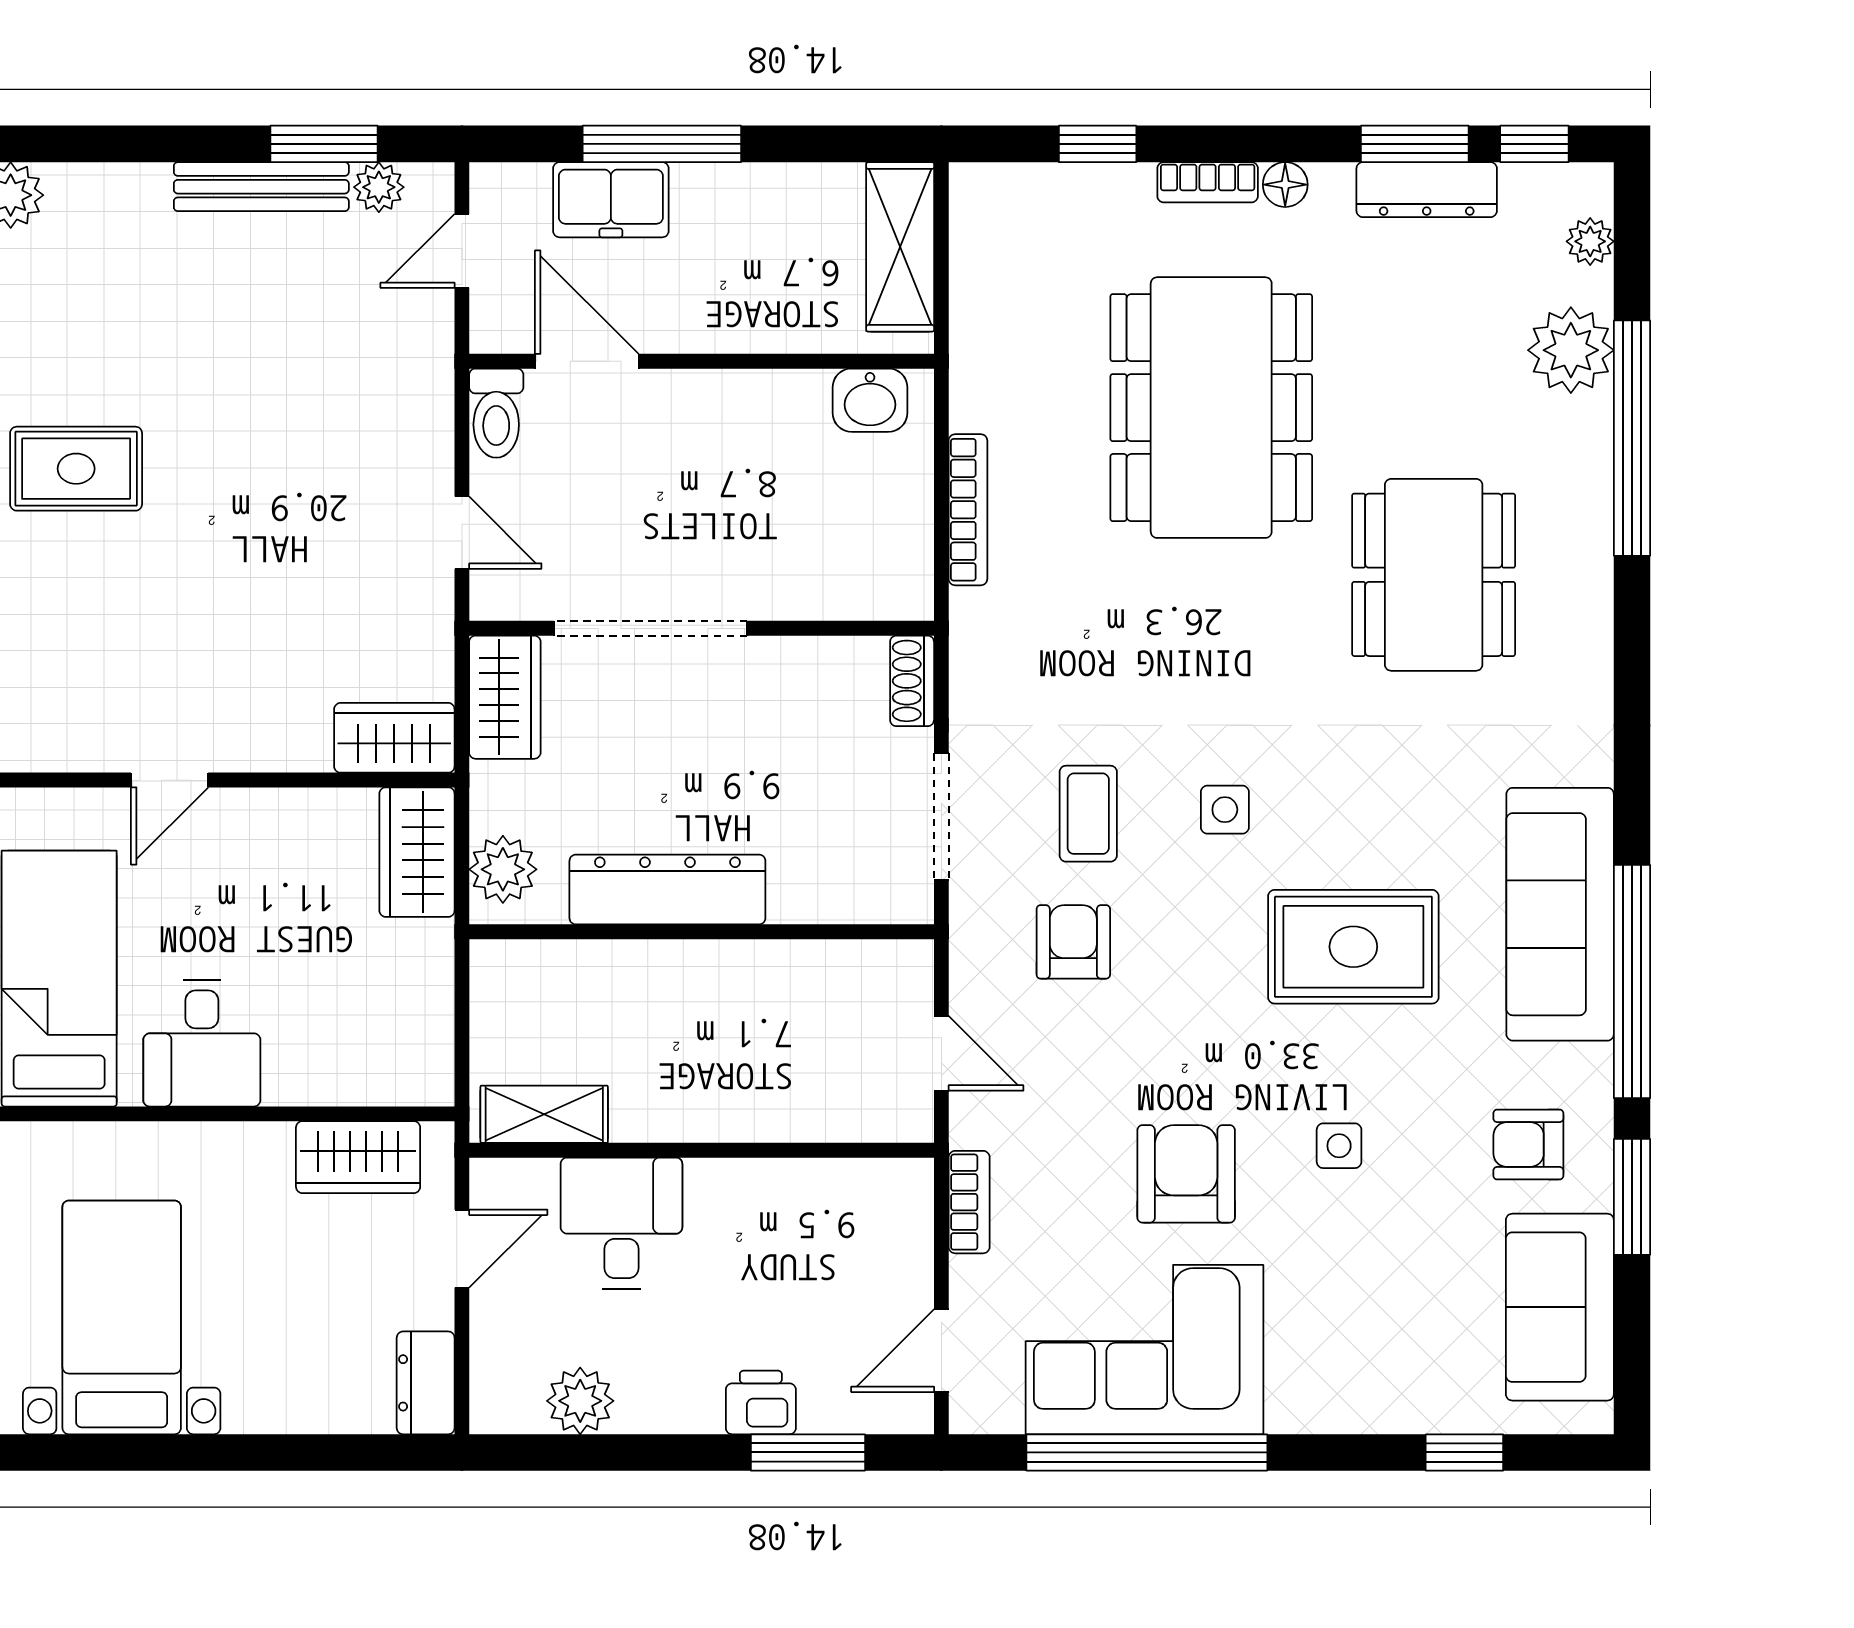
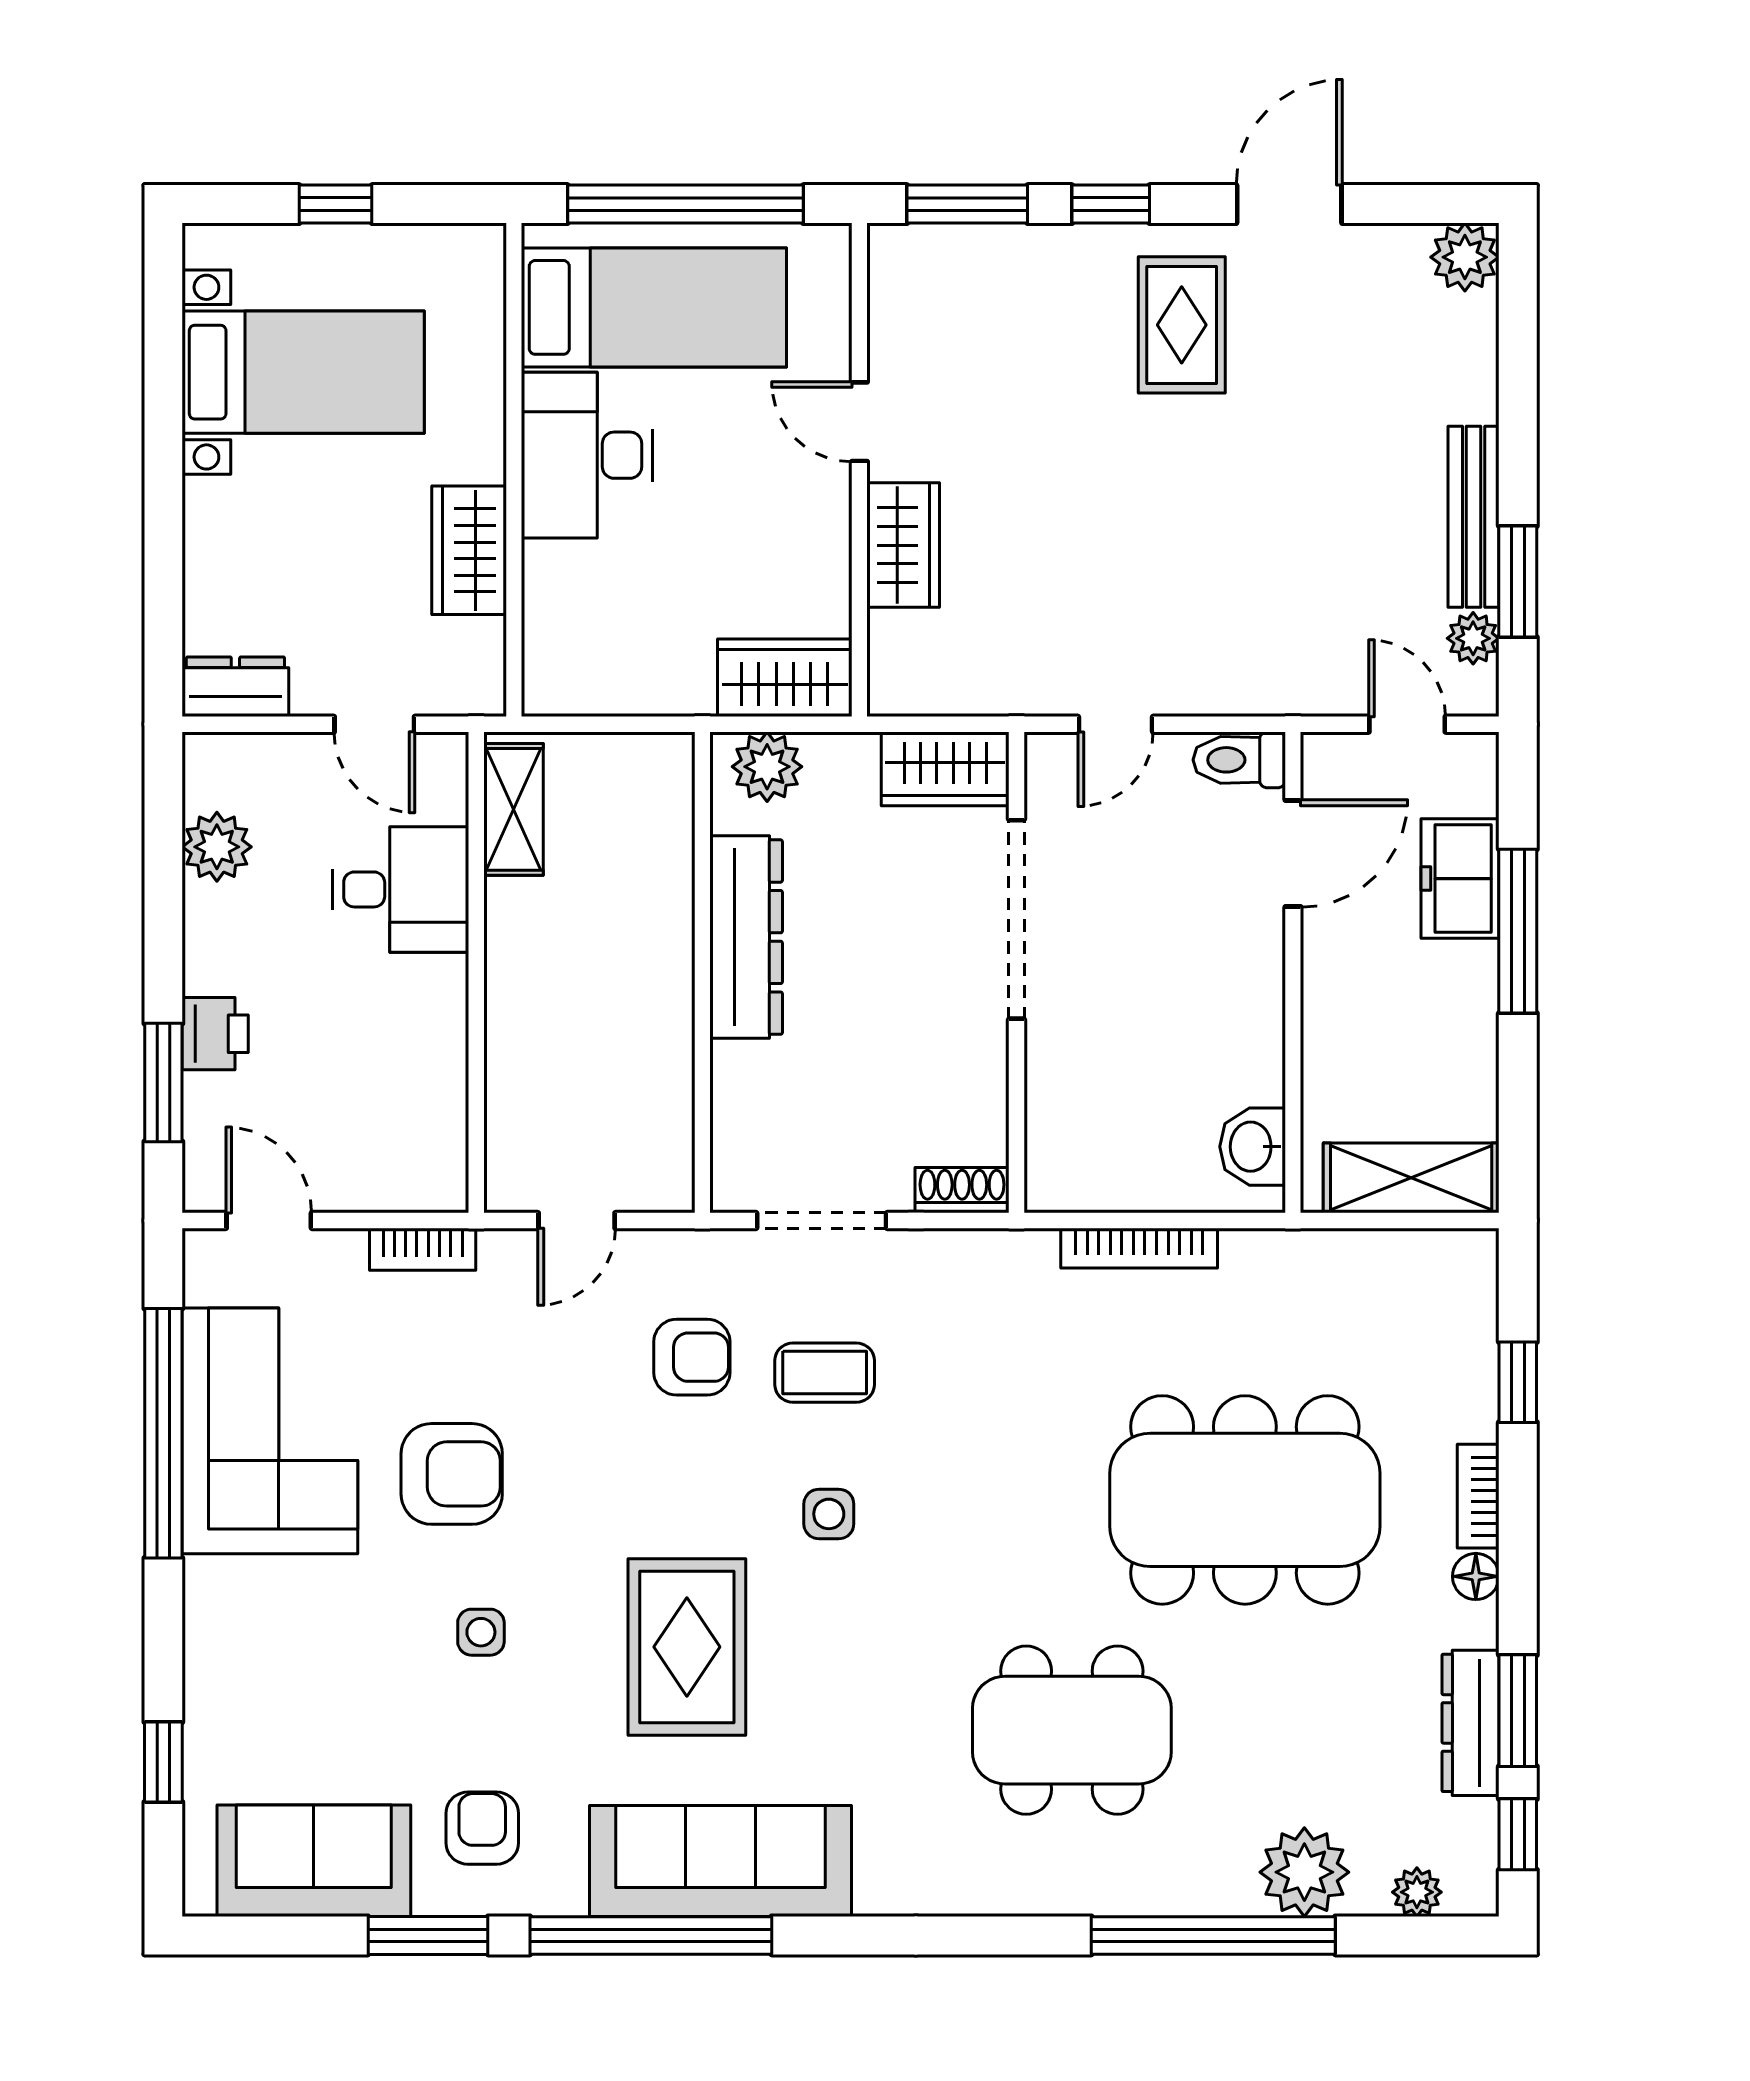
wardrobe: (394, 738) -> (903, 545), moved
desk: (202, 1043) -> (587, 455), width x1.37
wardrobe: (358, 1157) -> (469, 550), moved

